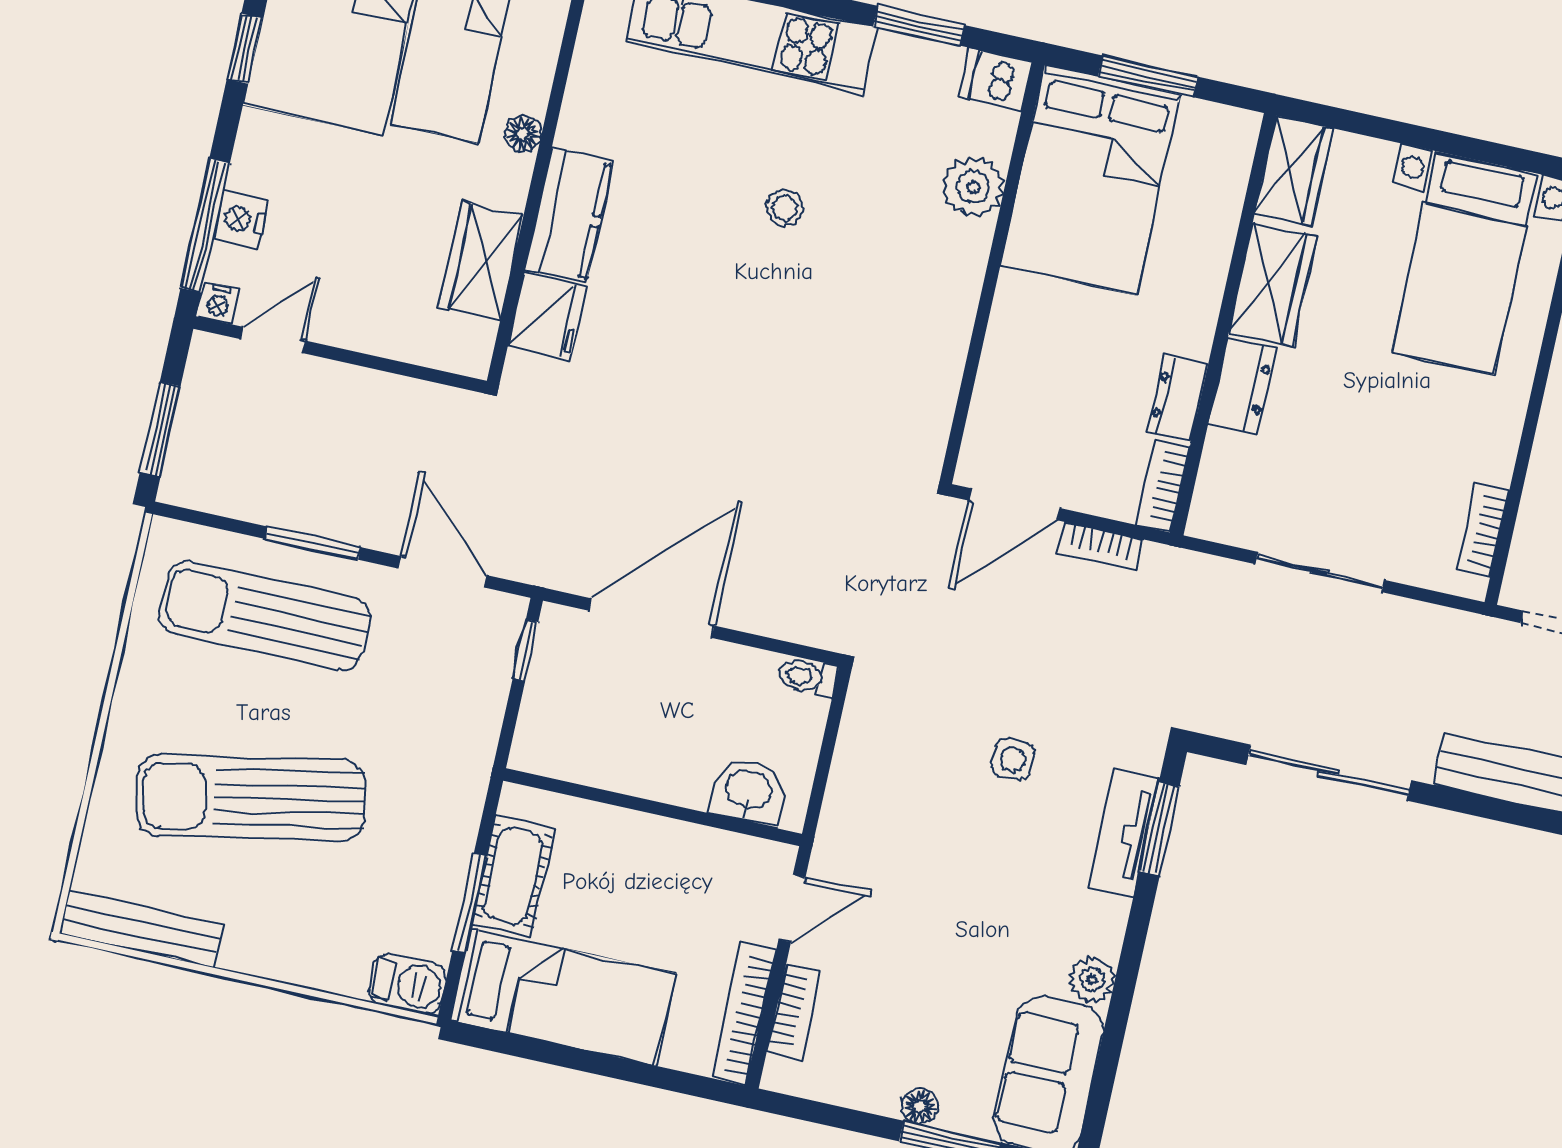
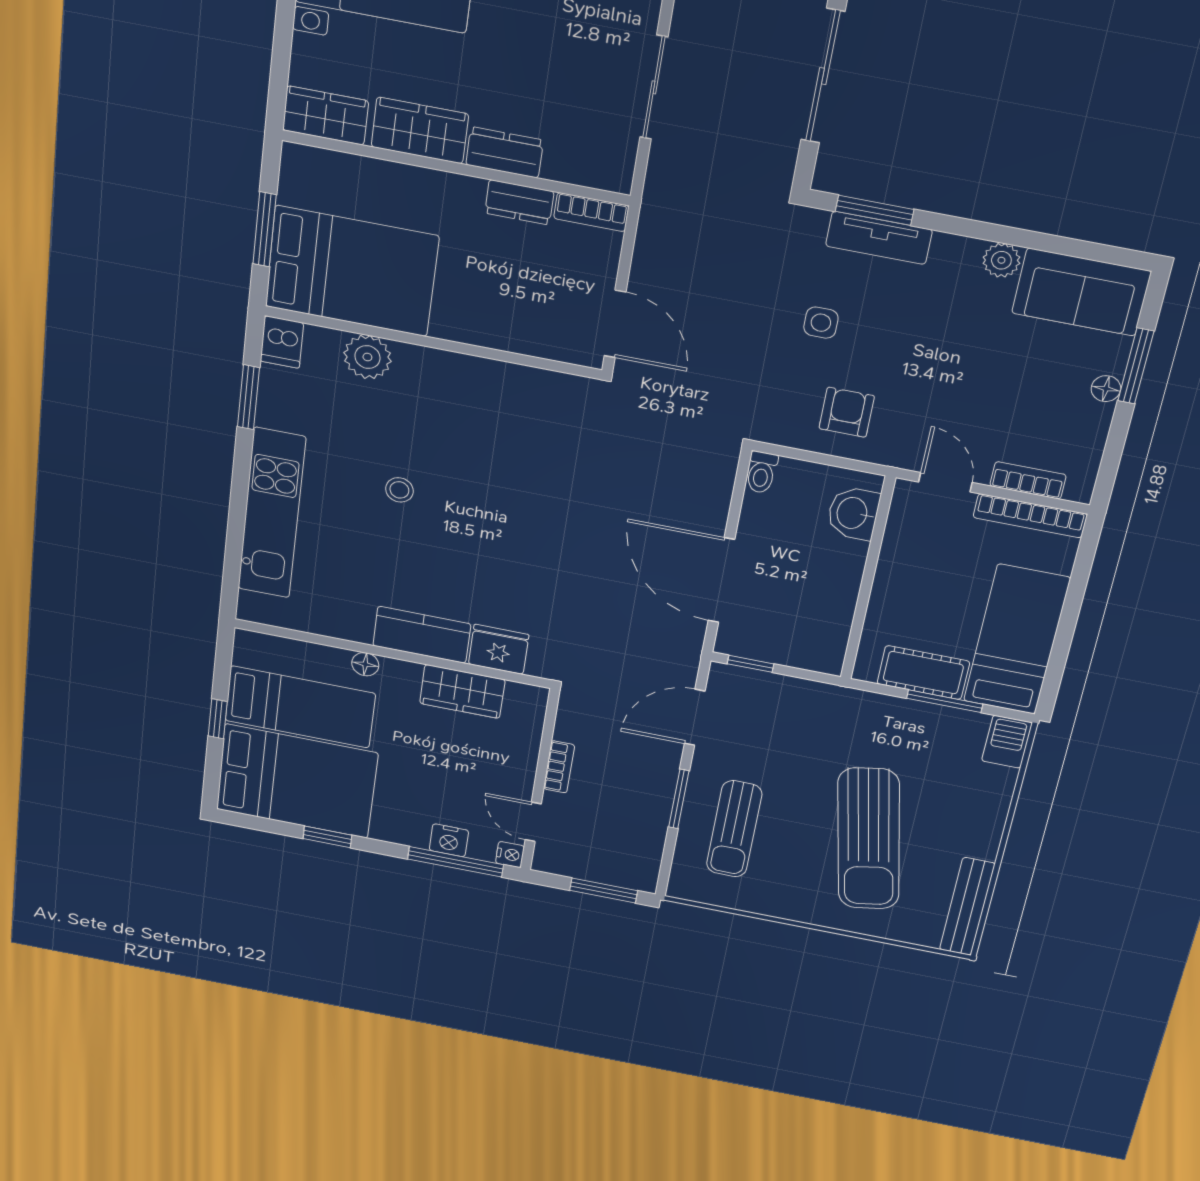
bookcase: (1100, 546) -> (559, 767), moved
sun lounger: (265, 616) -> (734, 829), width x0.73, depth x0.75
armchair: (891, 787) -> (847, 412), added

